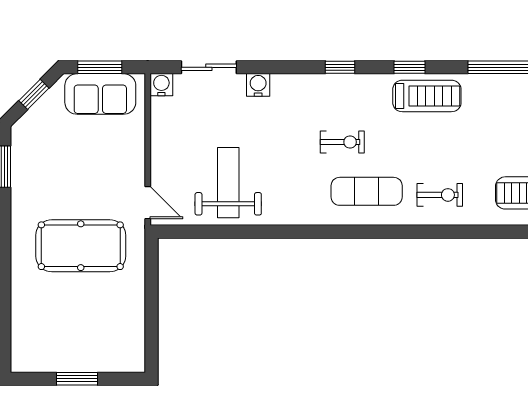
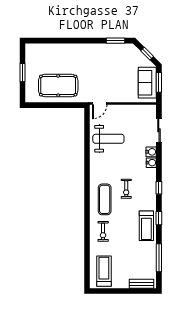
water cooler: (161, 85) -> (151, 163), moved
pool table: (81, 246) -> (58, 86), moved, turned 90

